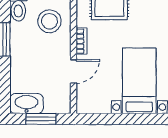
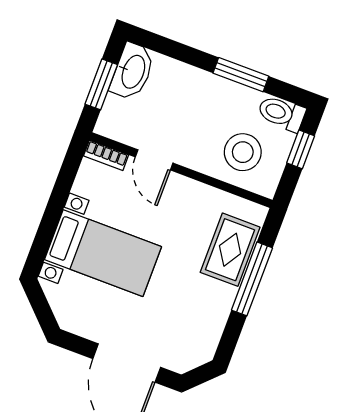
bookcase: (81, 41) -> (106, 155), moved

